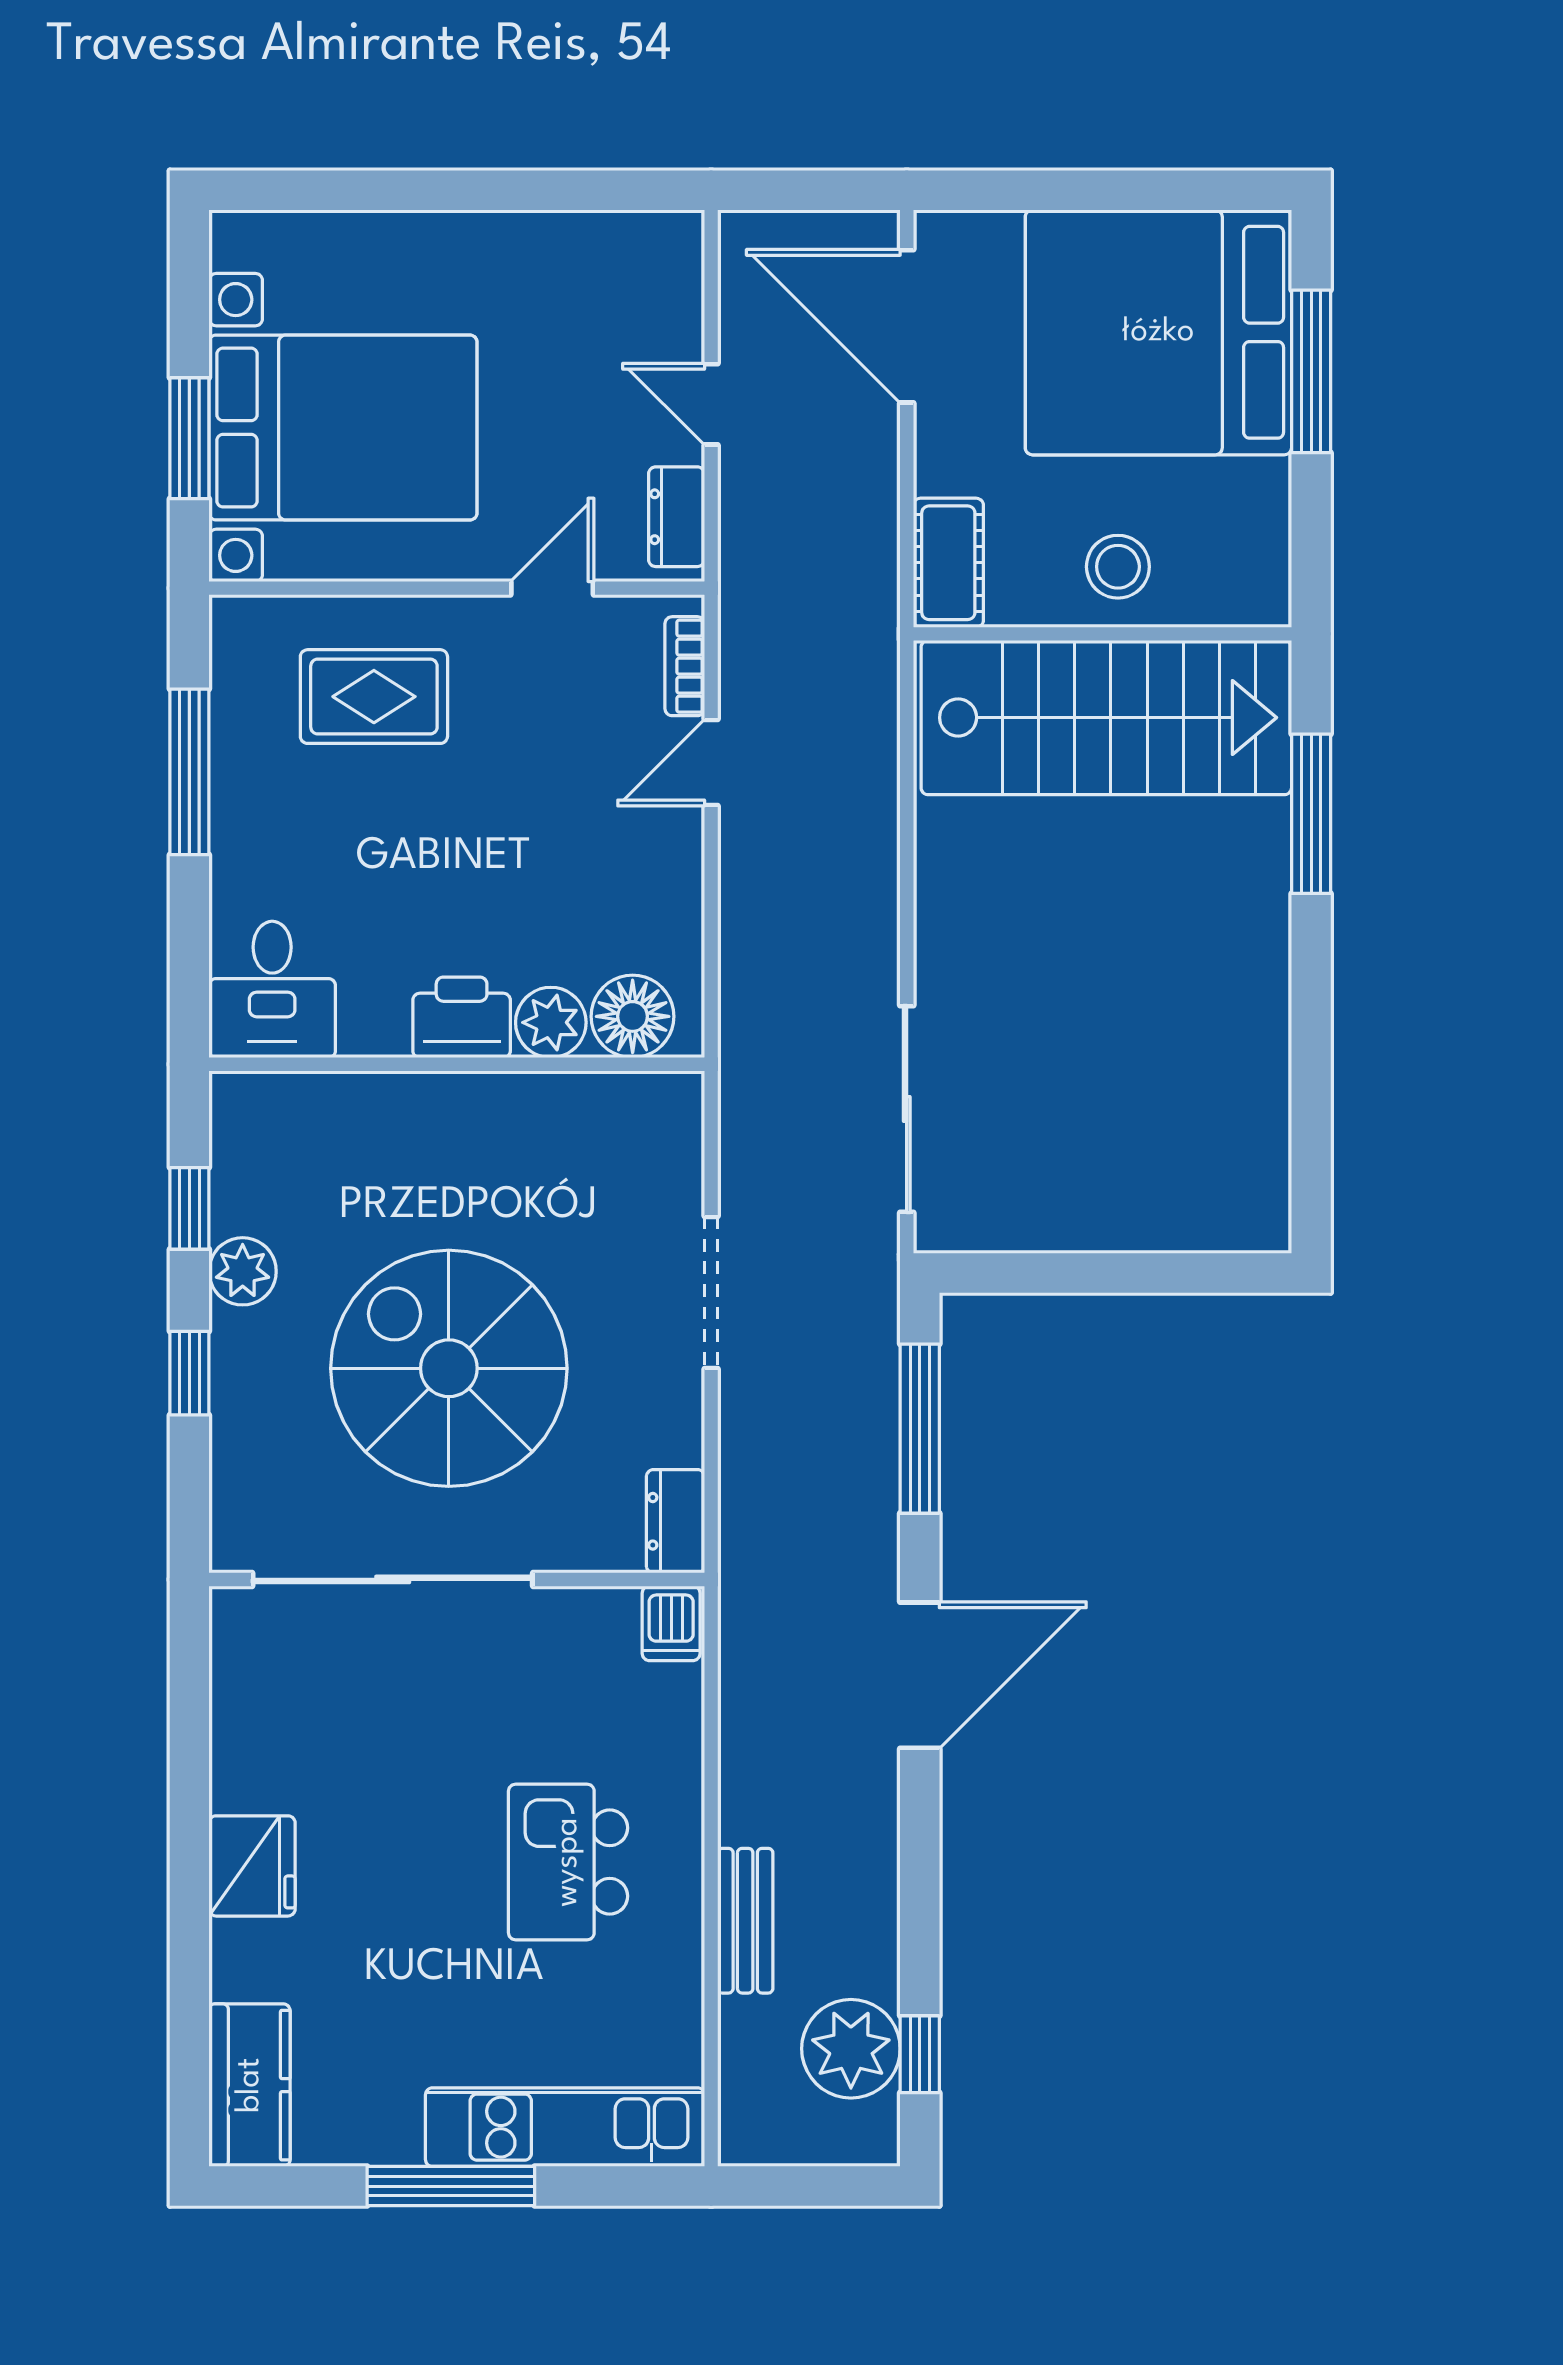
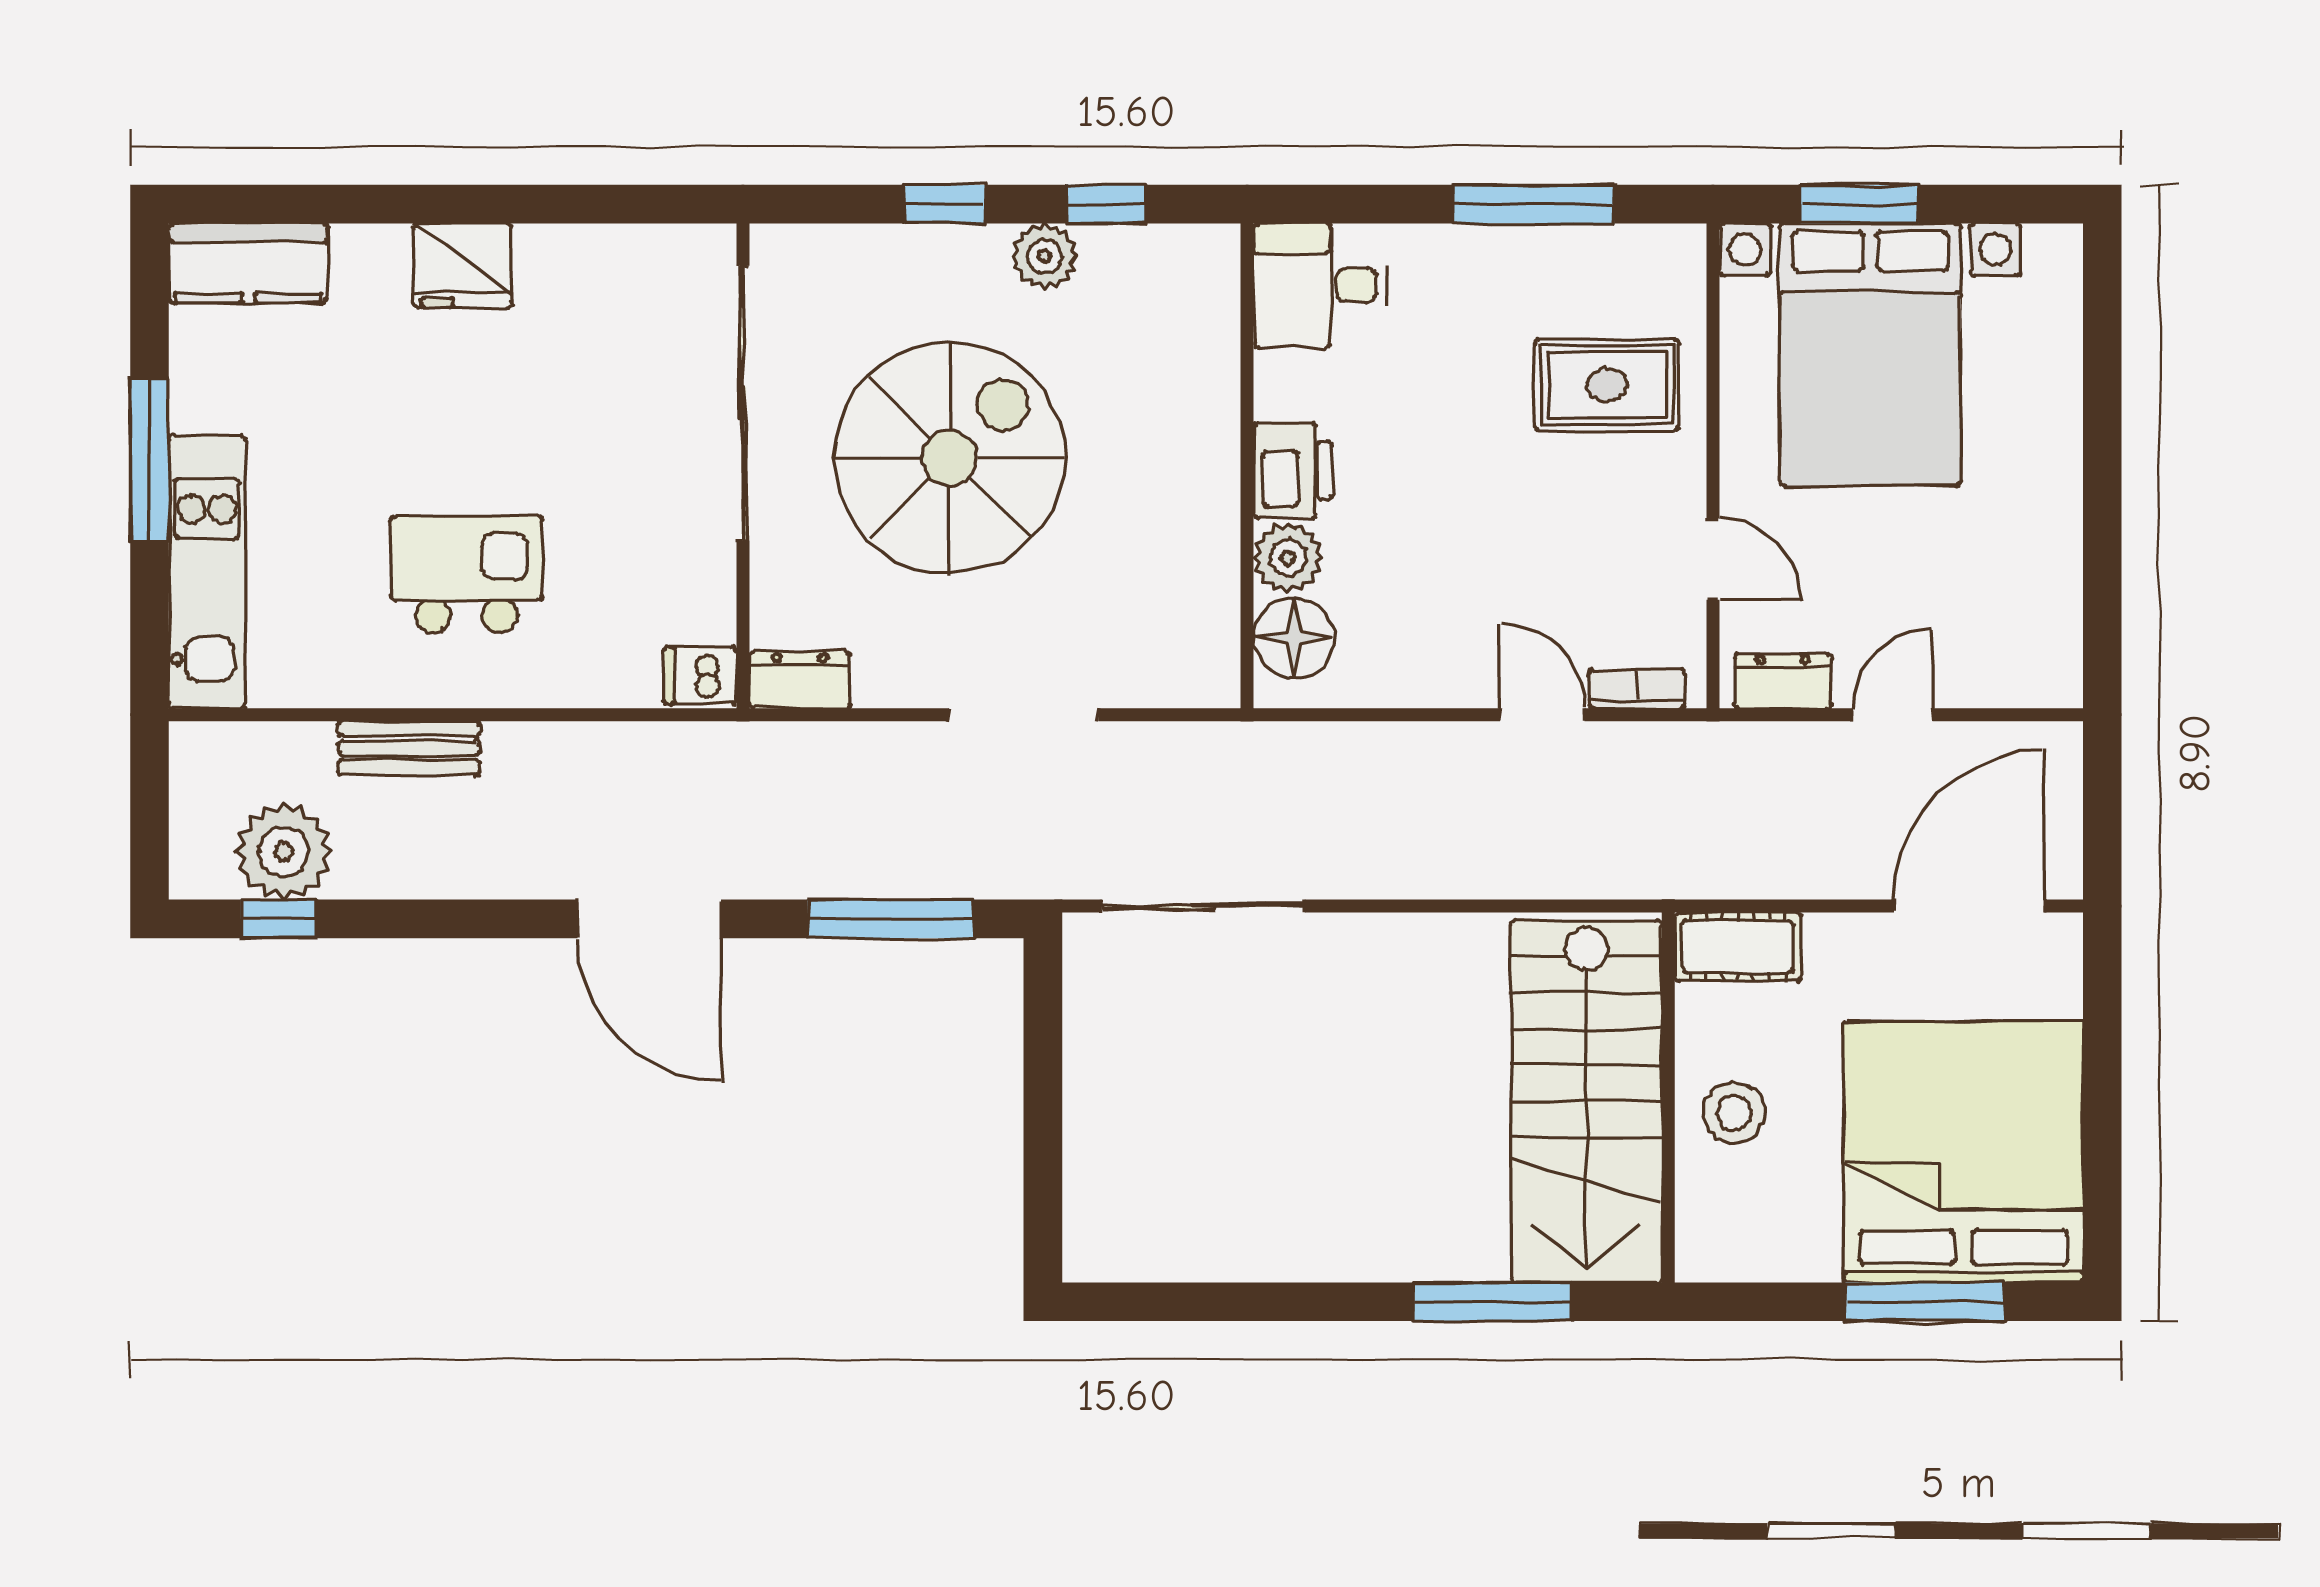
rug: (374, 697) -> (1607, 385), turned 90

